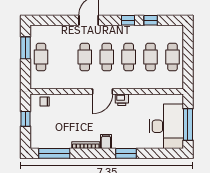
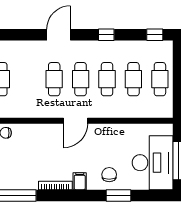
window: (151, 20) -> (155, 35), moved
printer: (122, 100) -> (99, 131), removed
chair: (130, 136) -> (109, 175), added
window: (126, 153) -> (119, 195), moved

